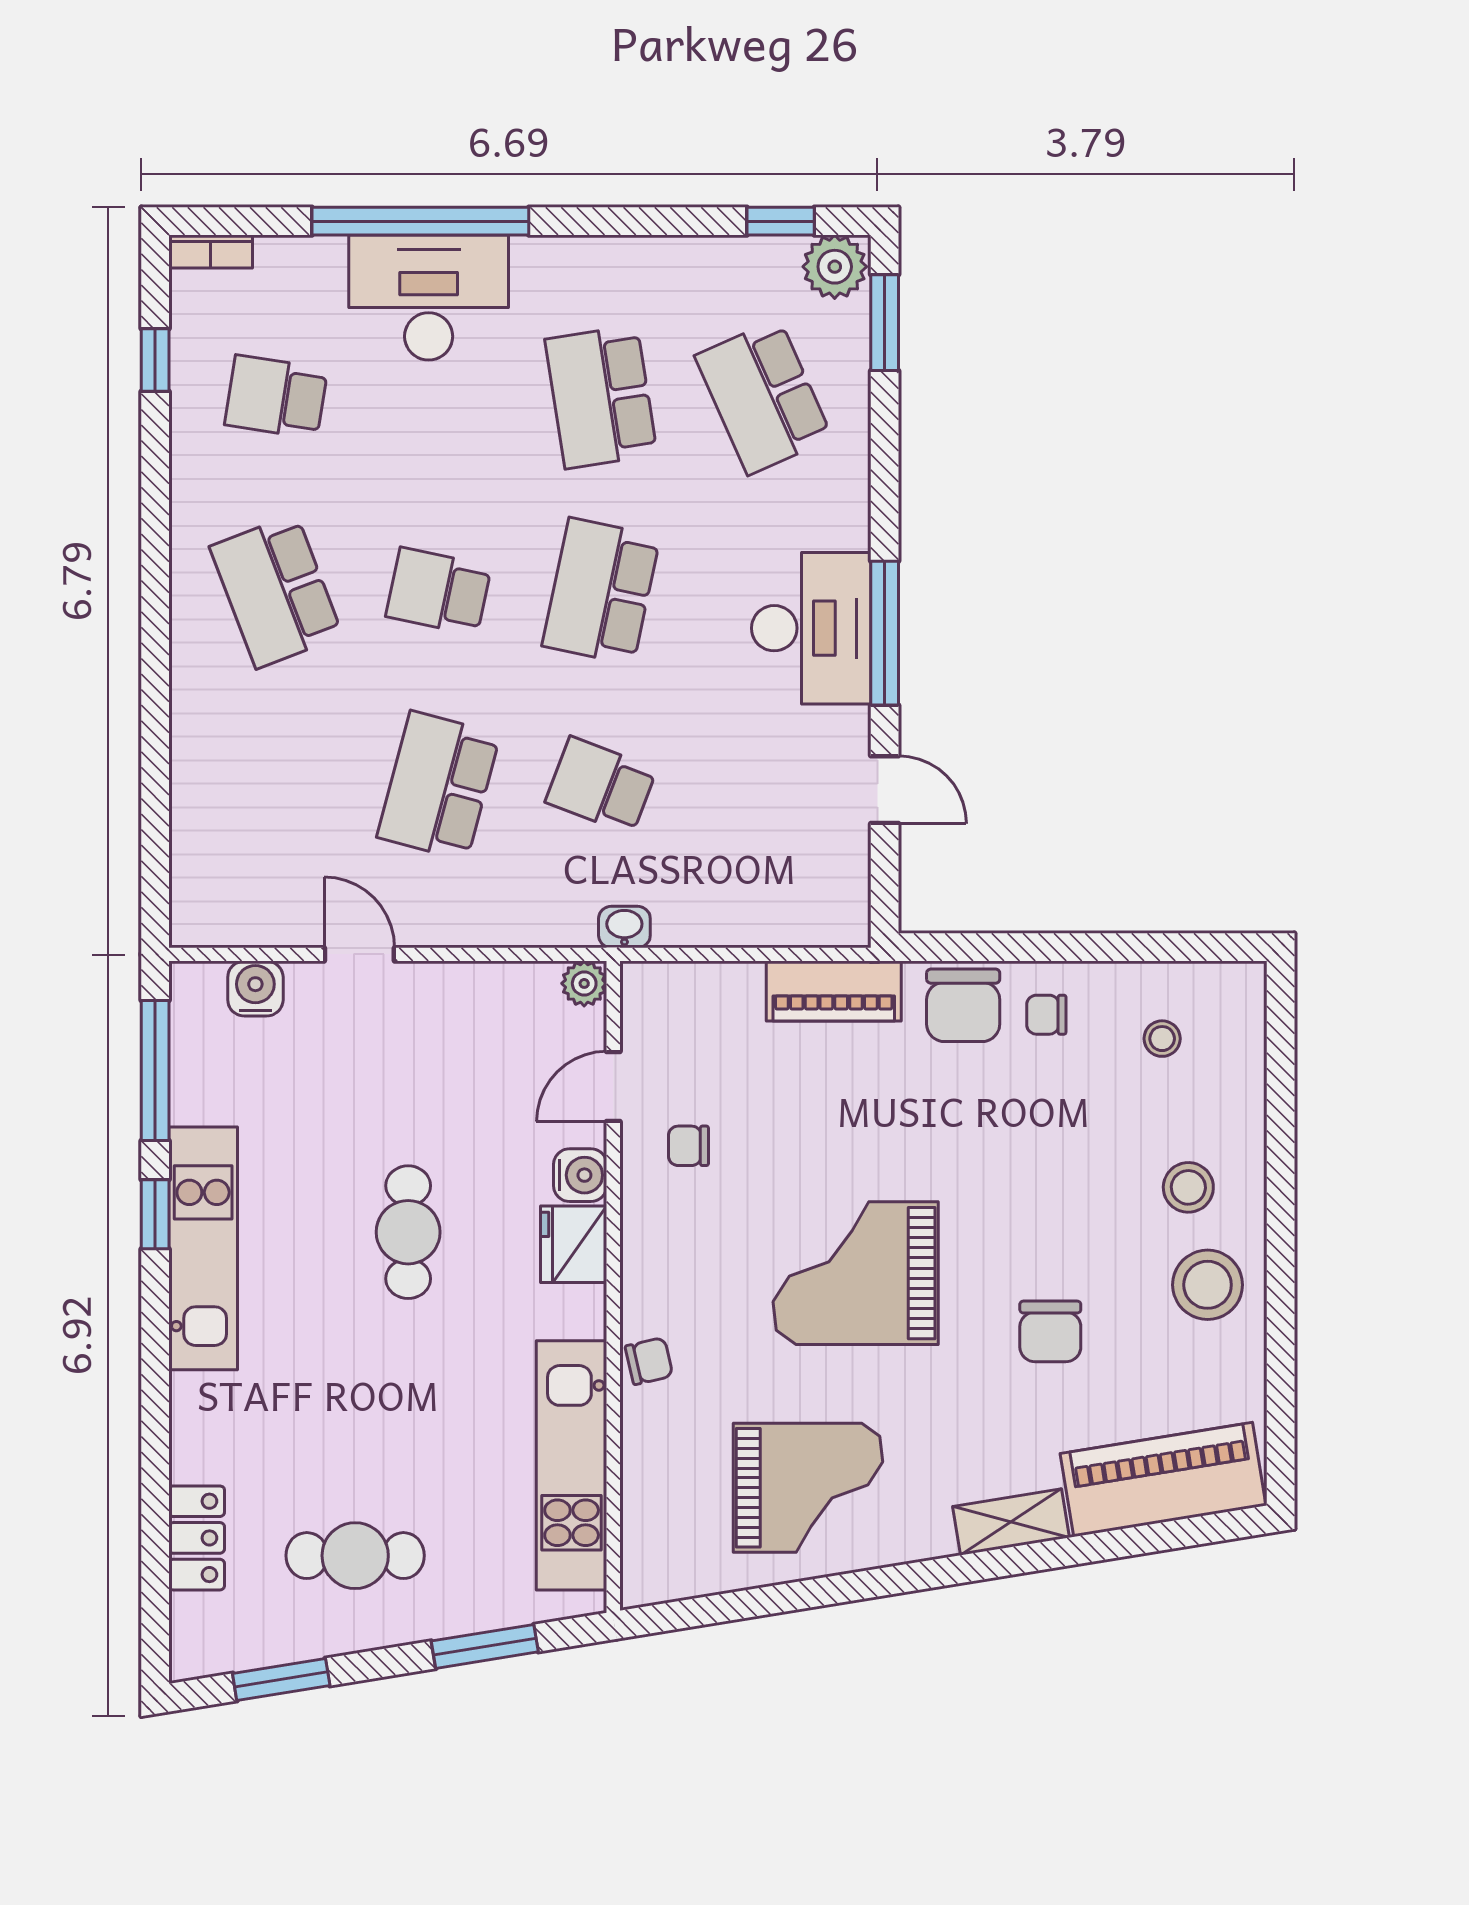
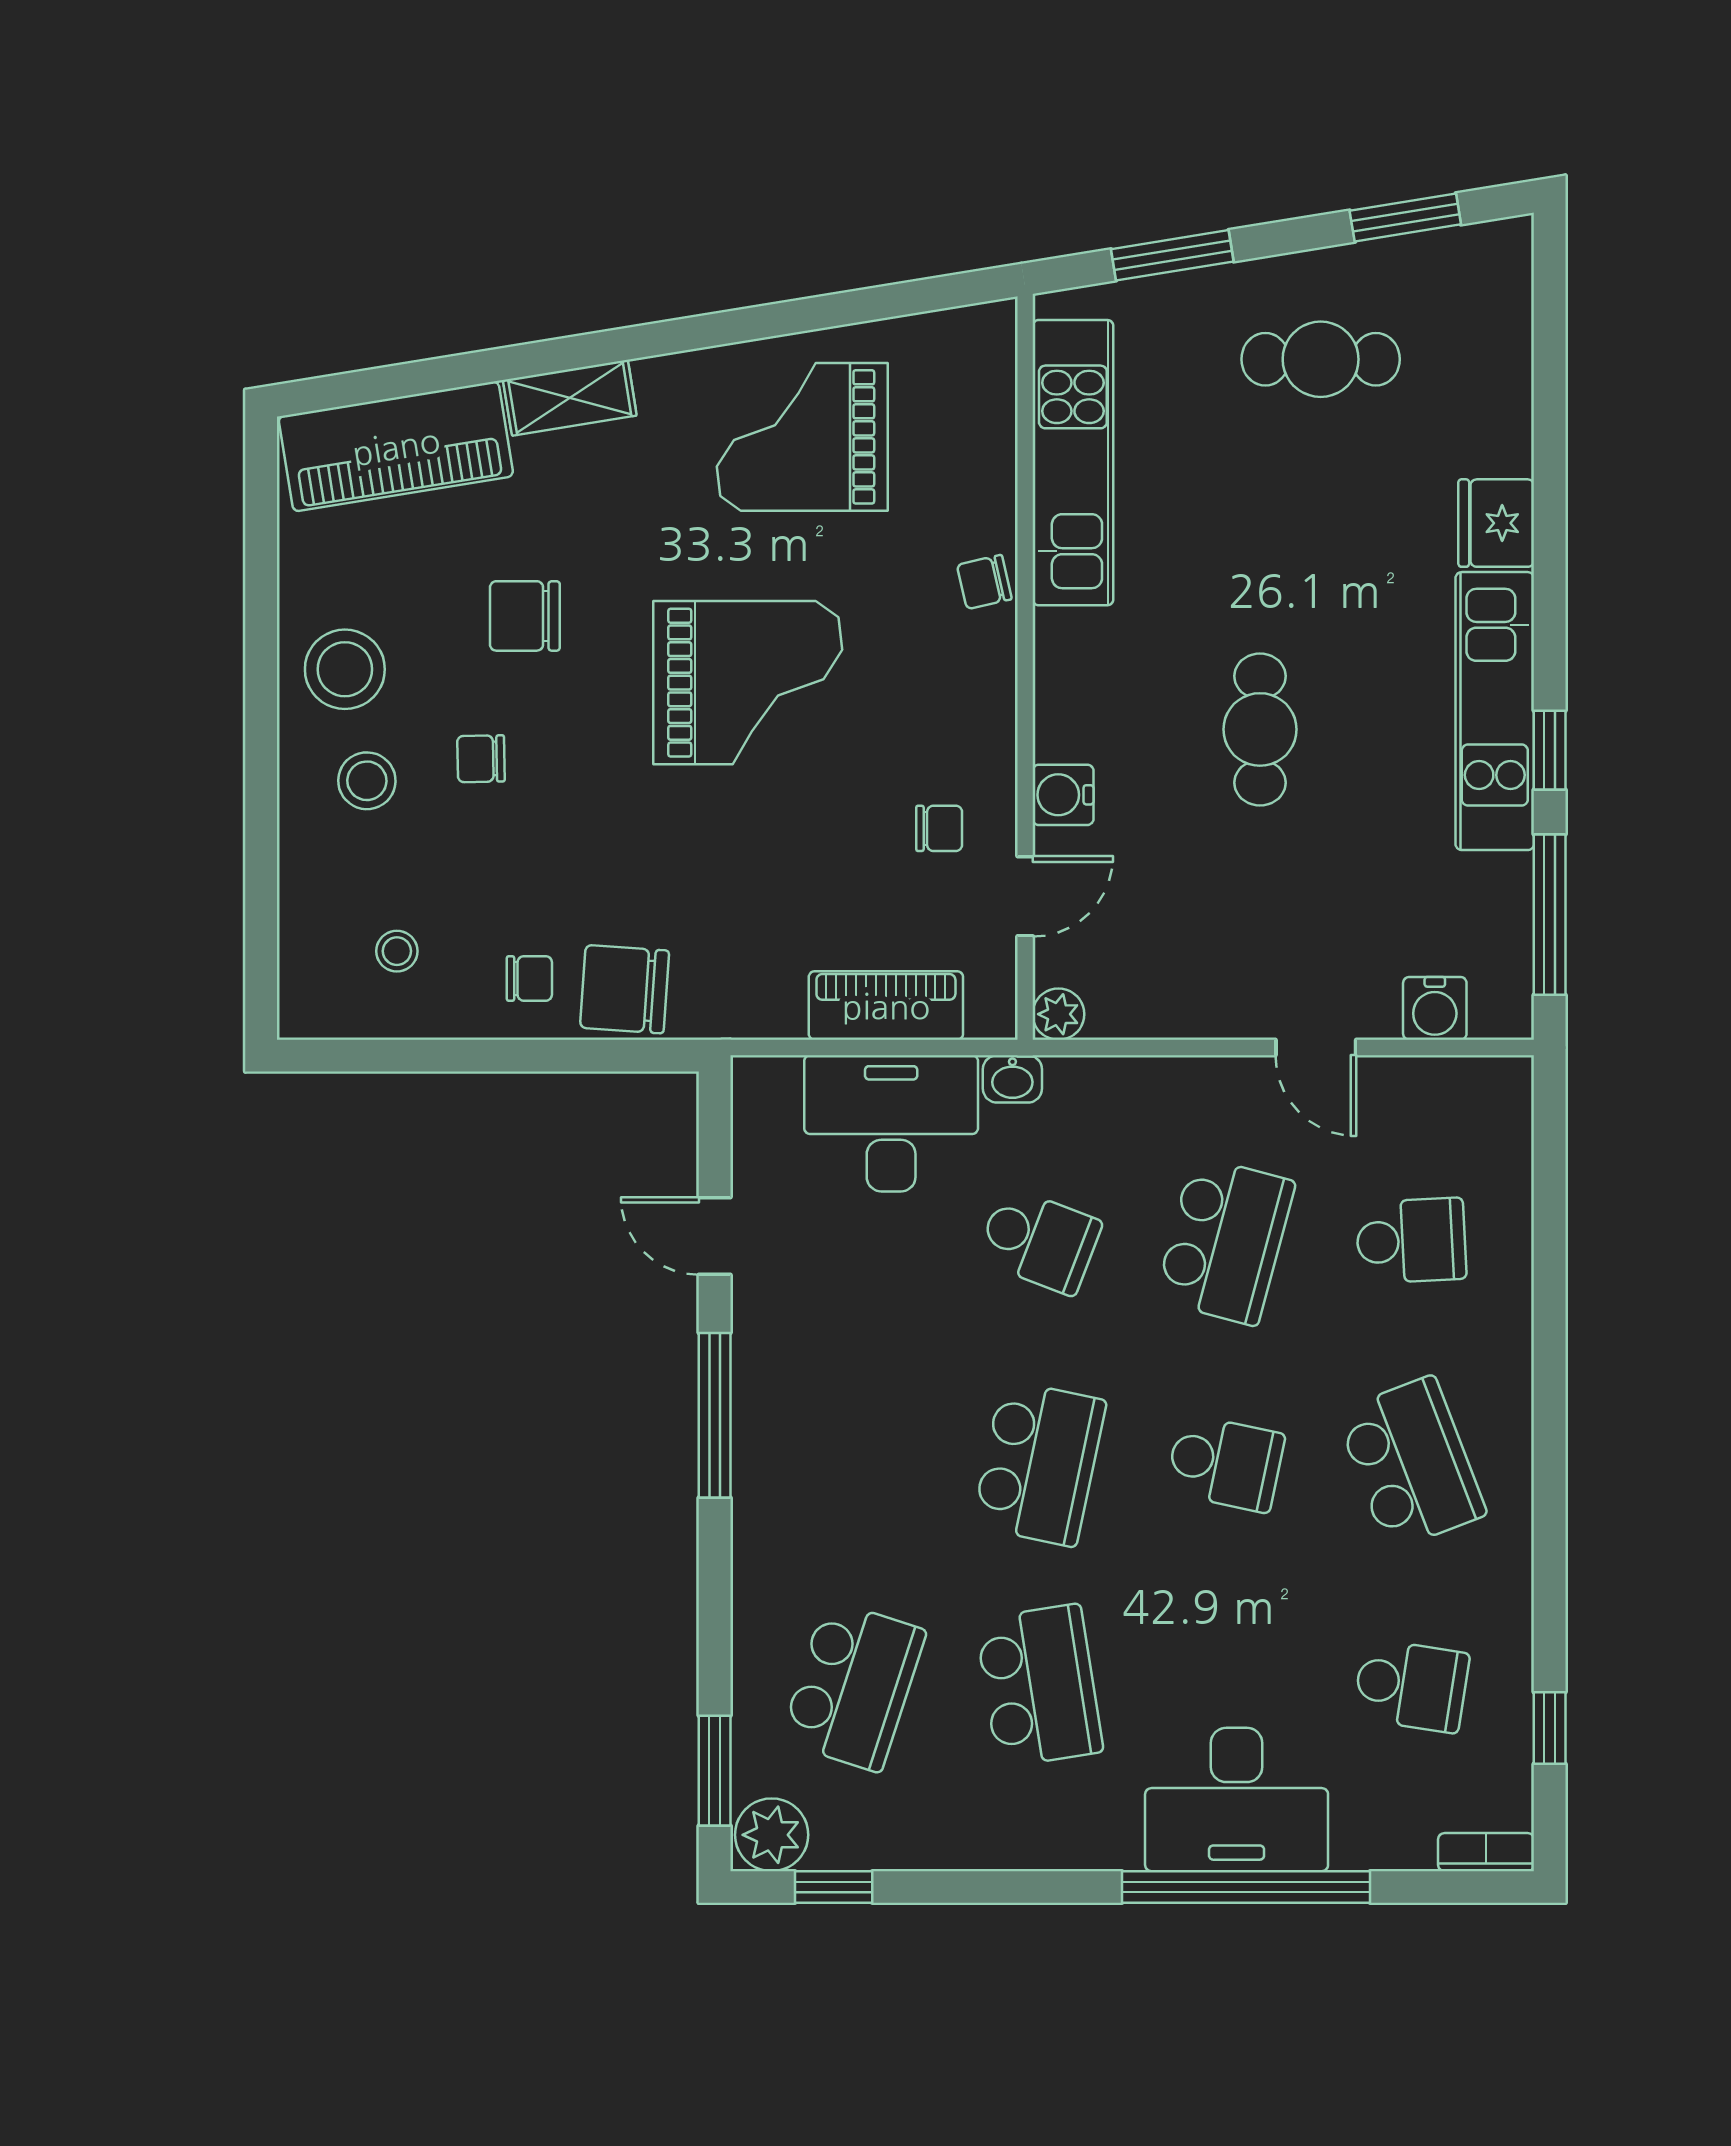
school desk: (763, 397) -> (853, 1686), turned 42
desk: (811, 628) -> (891, 1123), moved, turned 90
school desk: (276, 786) -> (1411, 1241), added
piano: (834, 991) -> (886, 1006), moved
chair: (963, 1005) -> (625, 989), turned -86
chair: (1089, 1207) -> (481, 759), added
fridge: (574, 1244) -> (1496, 523), moved, turned 180
chair: (1050, 1331) -> (525, 616), turned -90
locker: (197, 1538) -> (1502, 380), removed

